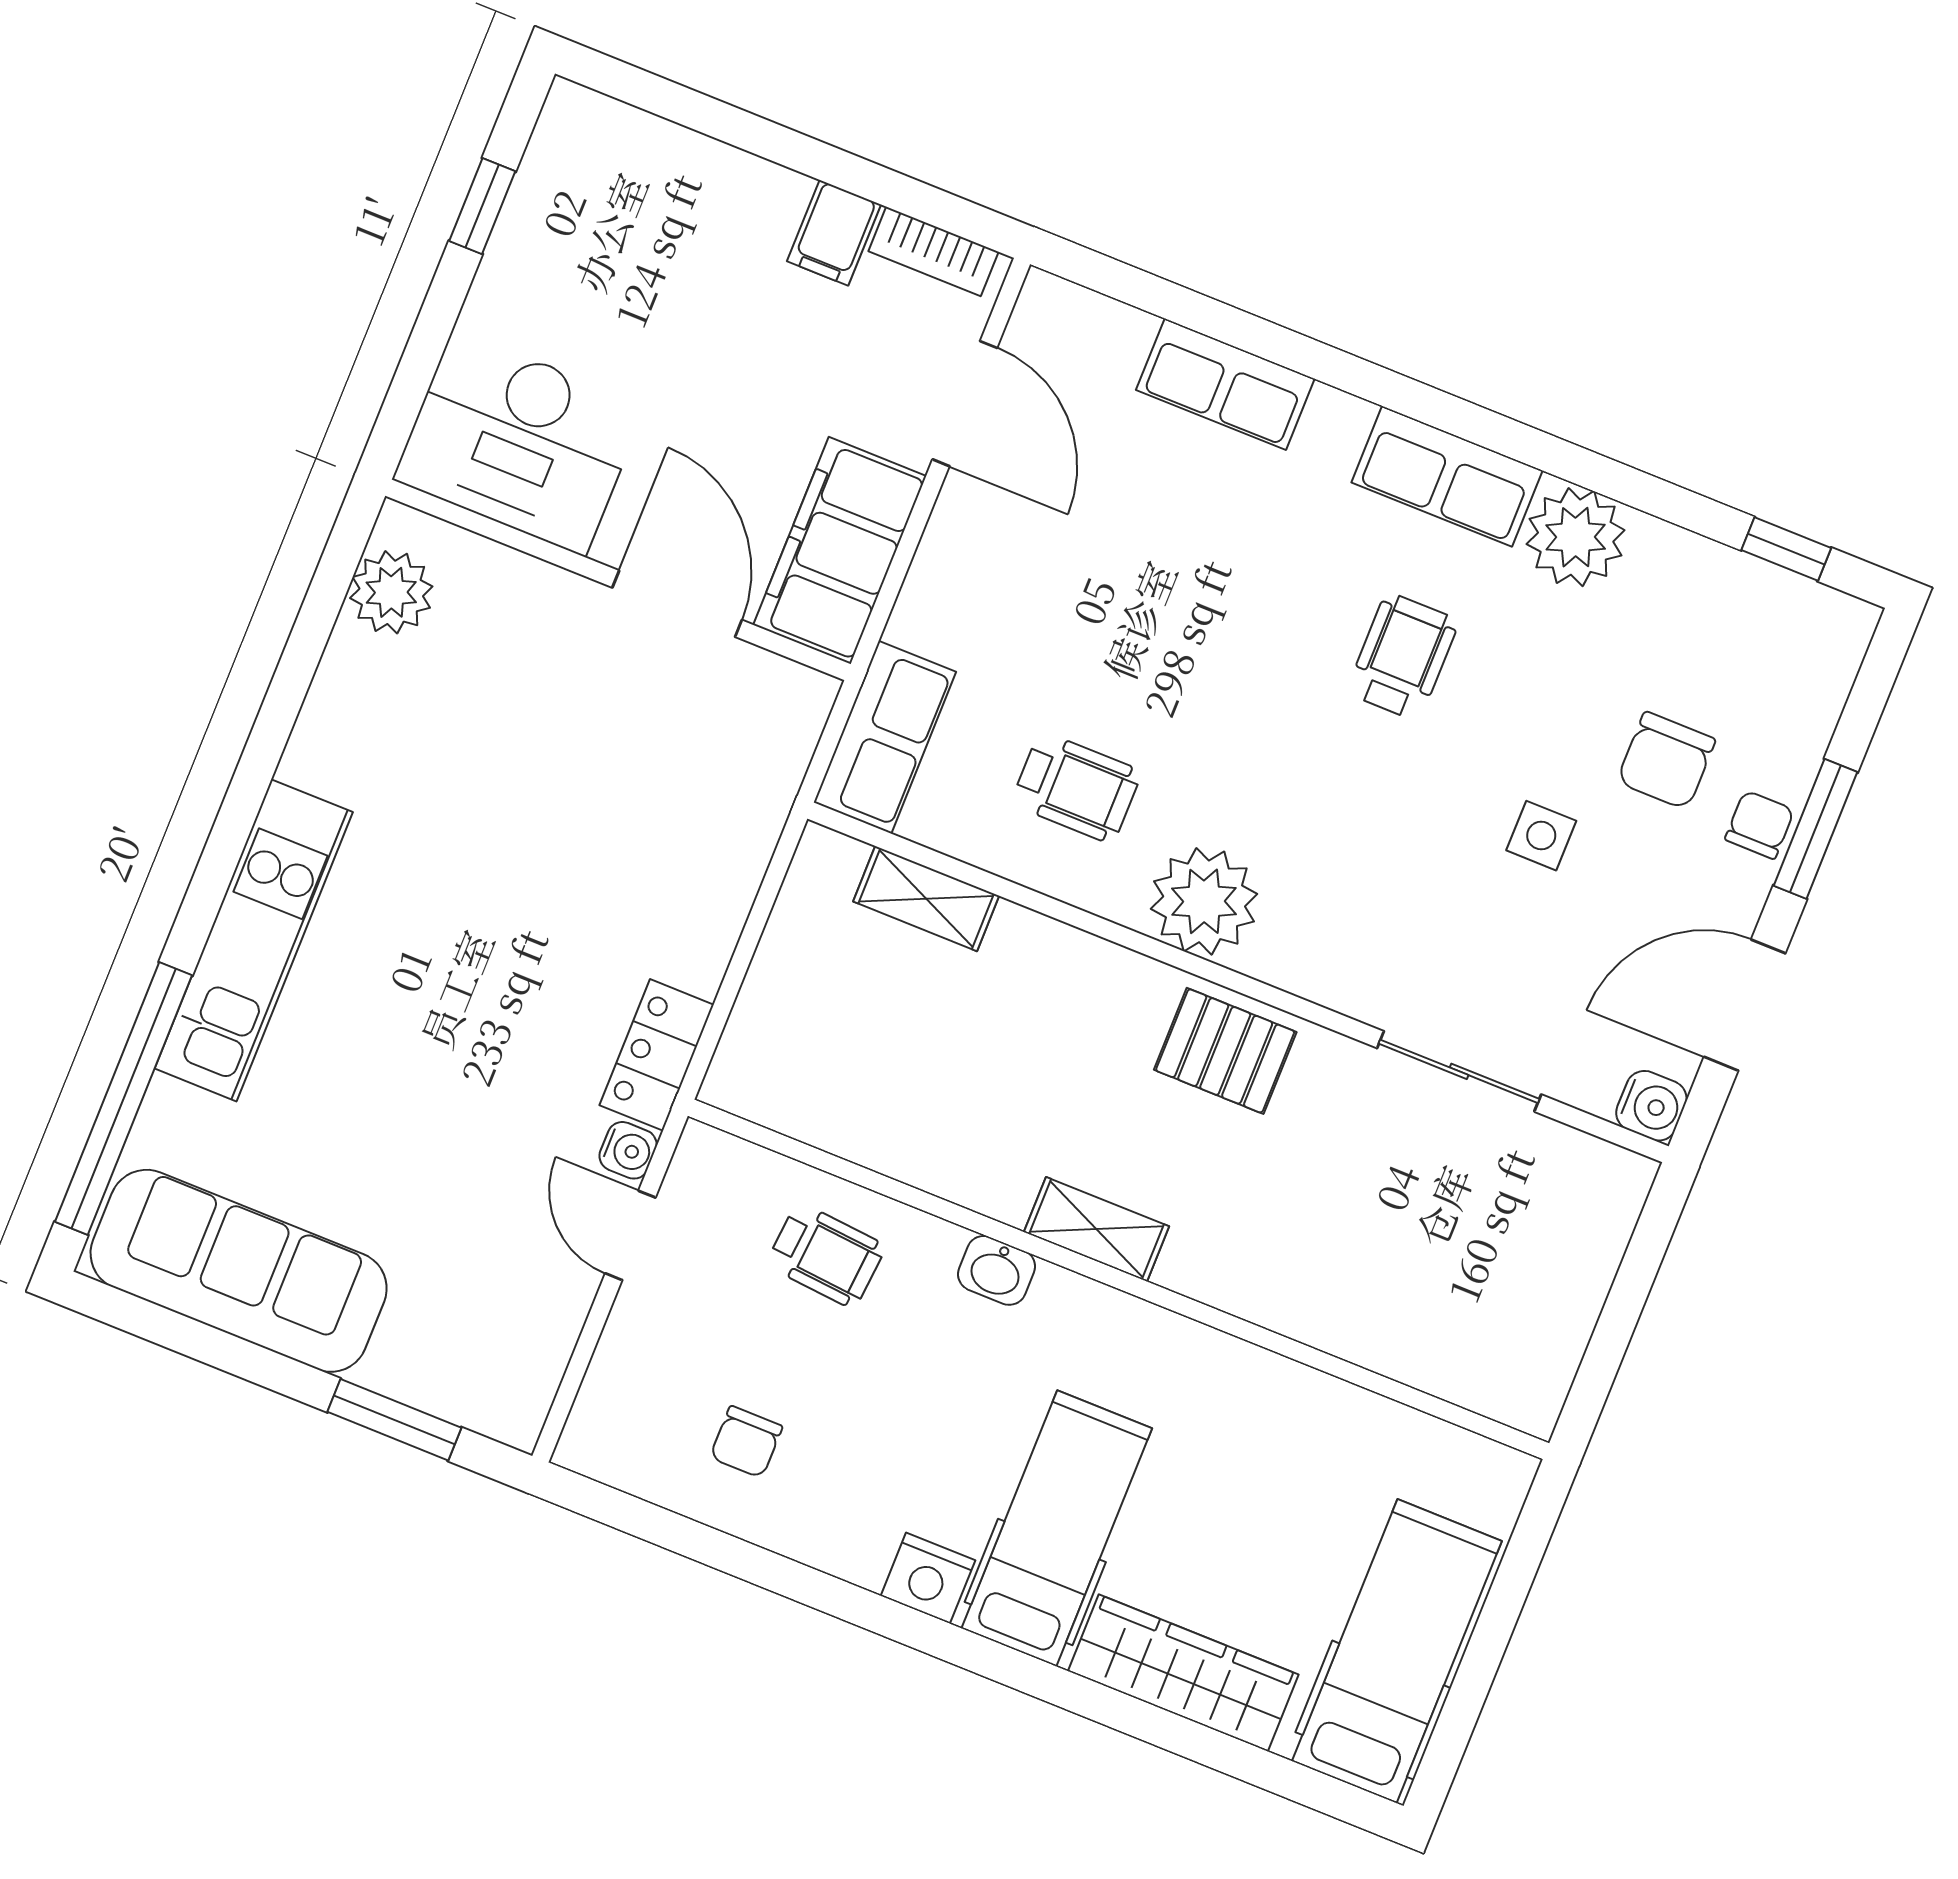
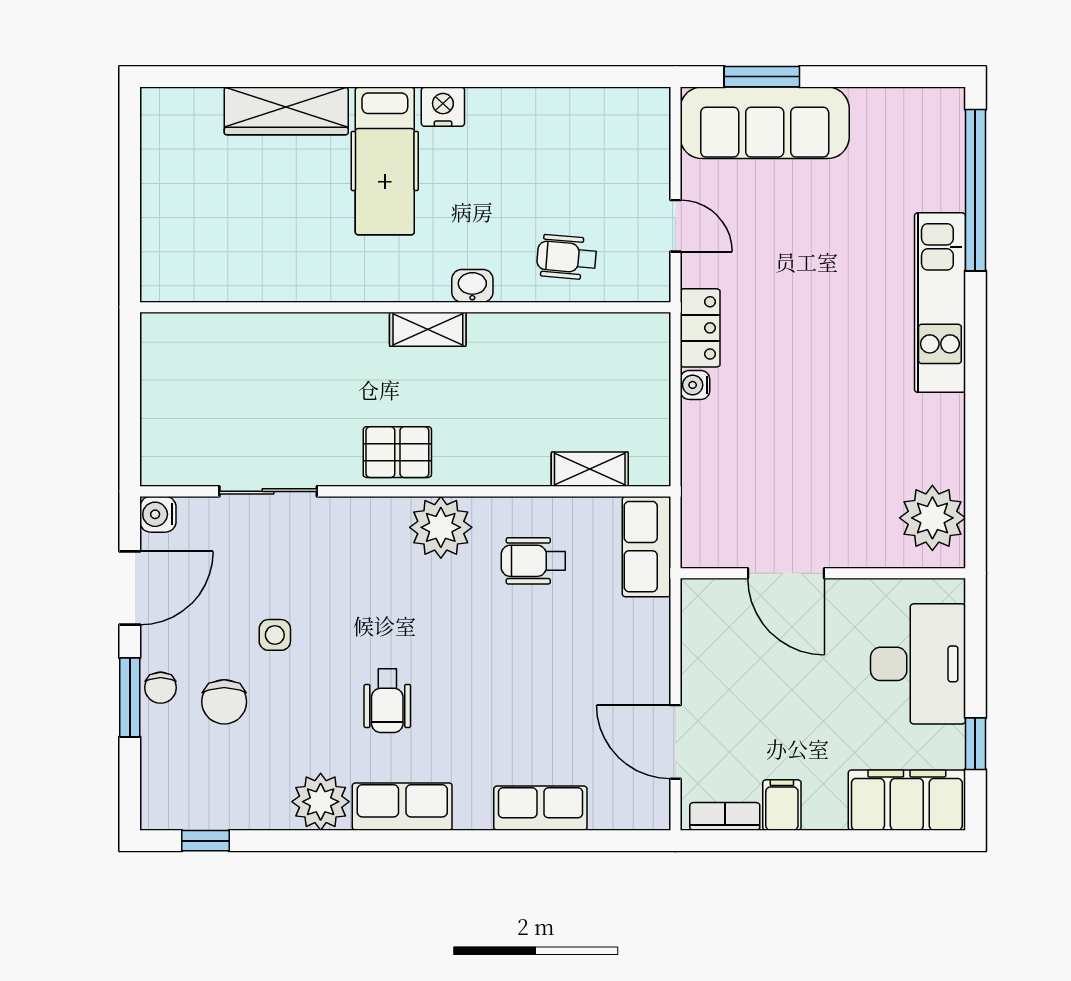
desk: (519, 442) -> (918, 664), moved, turned 90
filing cabinet: (840, 550) -> (907, 800), moved, turned -90
plant: (391, 592) -> (932, 518), width x1.36, depth x1.36
chair: (1666, 761) -> (224, 702), turned 180
water cooler: (628, 1150) -> (695, 385), moved
sofa: (239, 1271) -> (765, 123), moved
chair: (746, 1442) -> (569, 140), removed
hospital bed: (1397, 1651) -> (177, 168), removed

